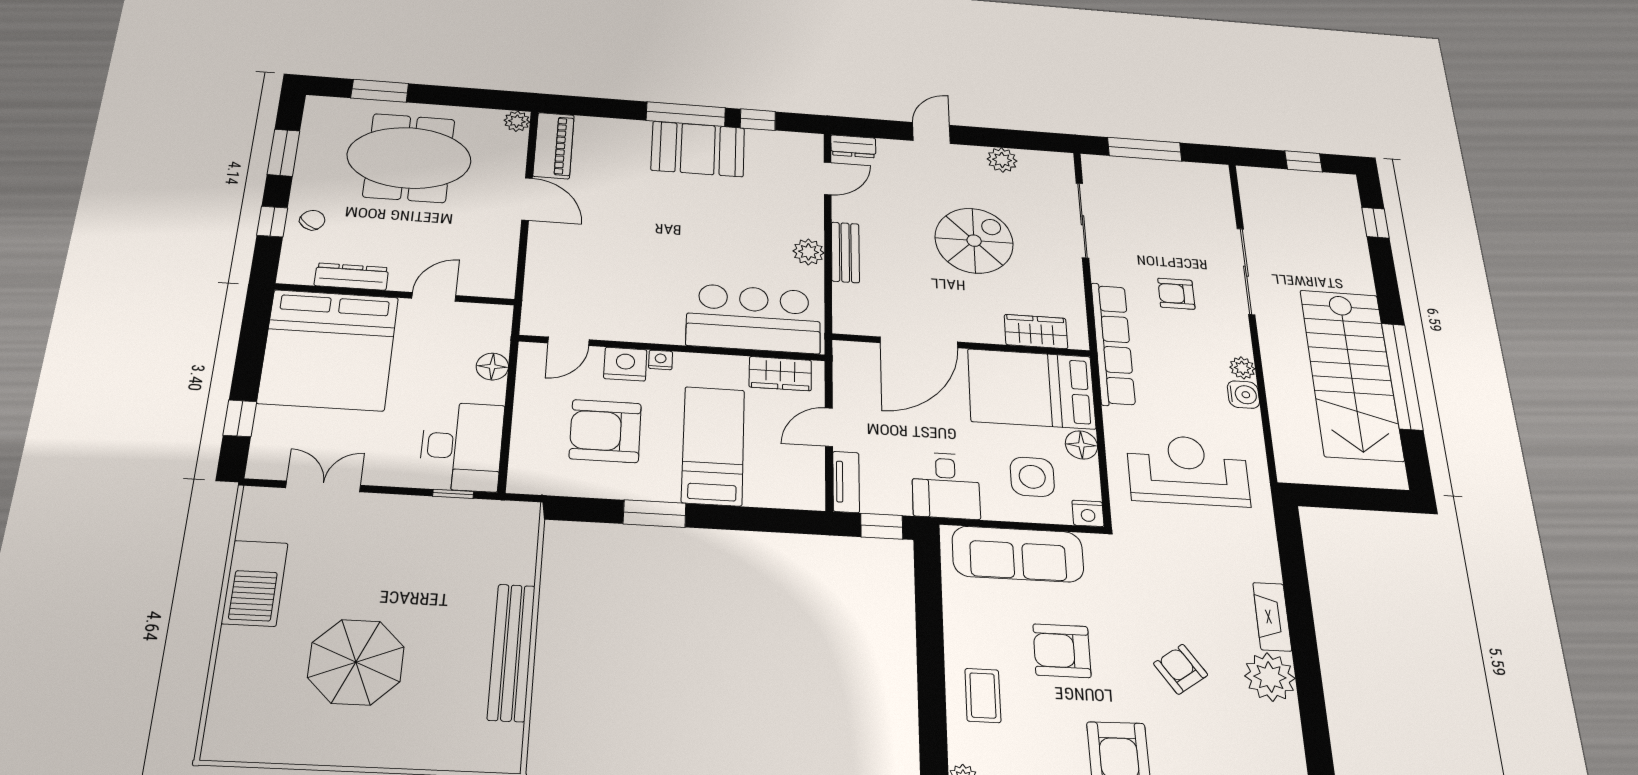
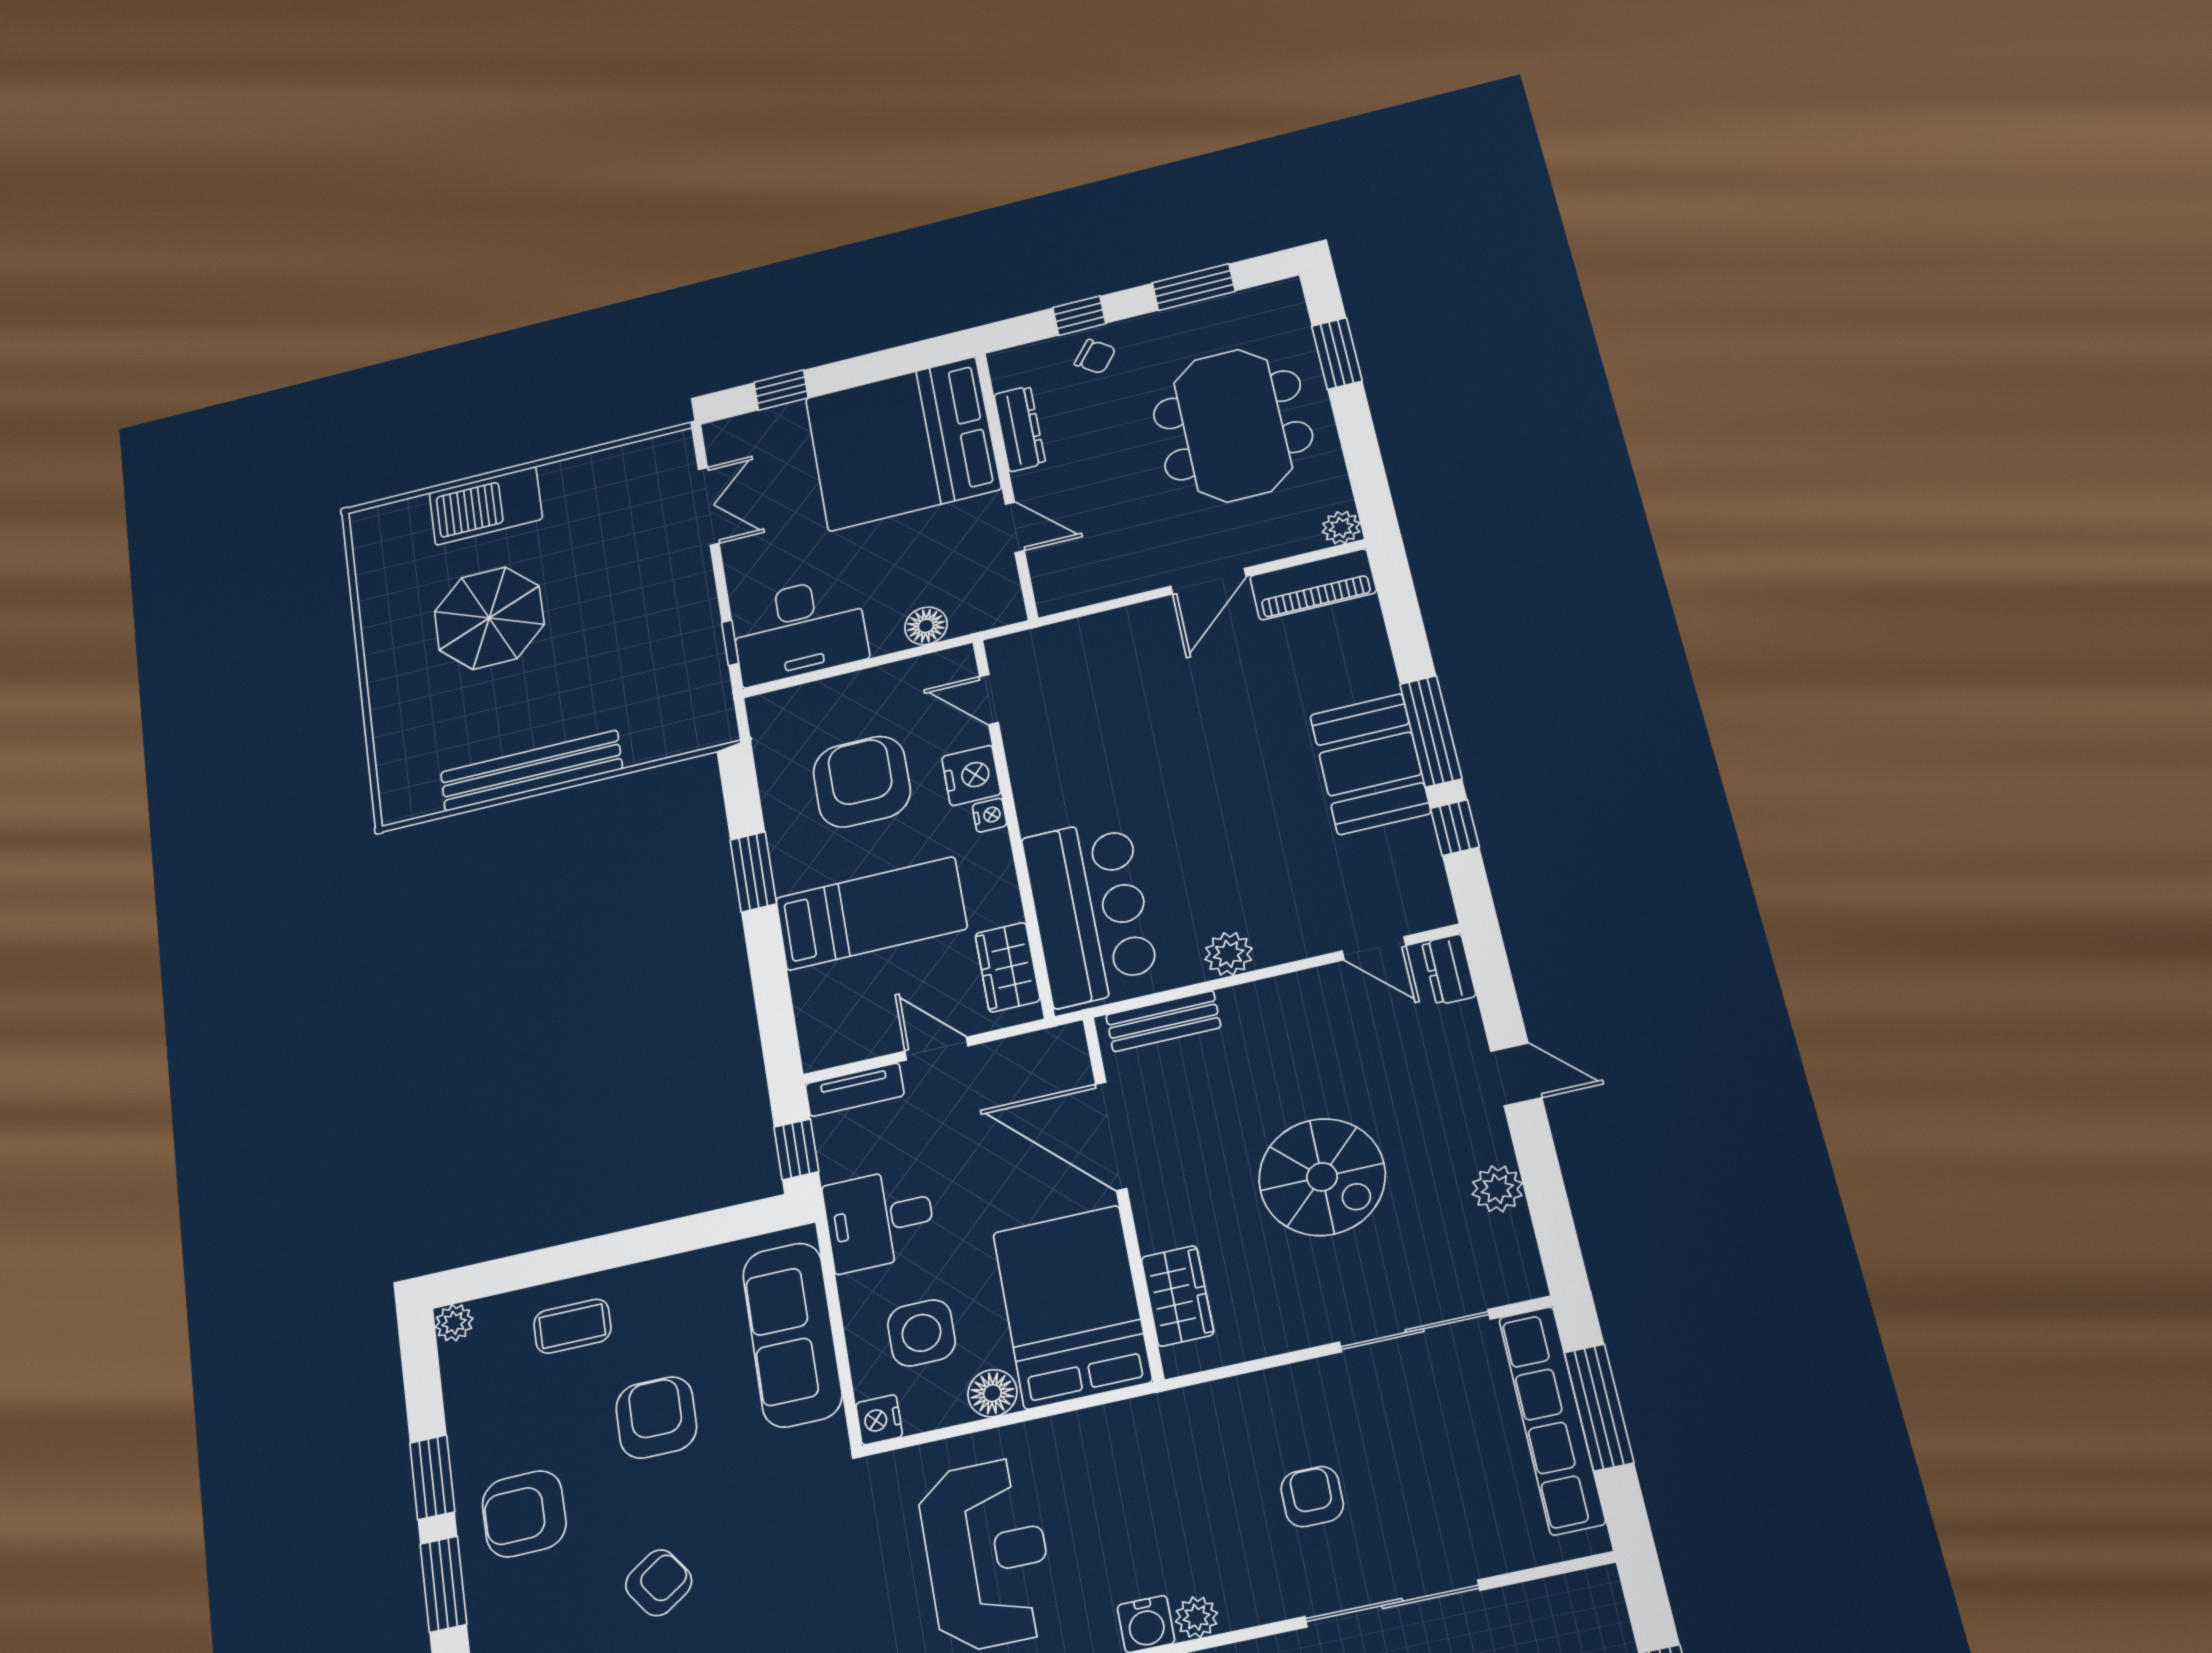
bench: (845, 252) -> (1163, 1021), moved
row of seats: (1113, 344) -> (1552, 1420), moved, turned 90
barbecue: (255, 583) -> (486, 506), moved

